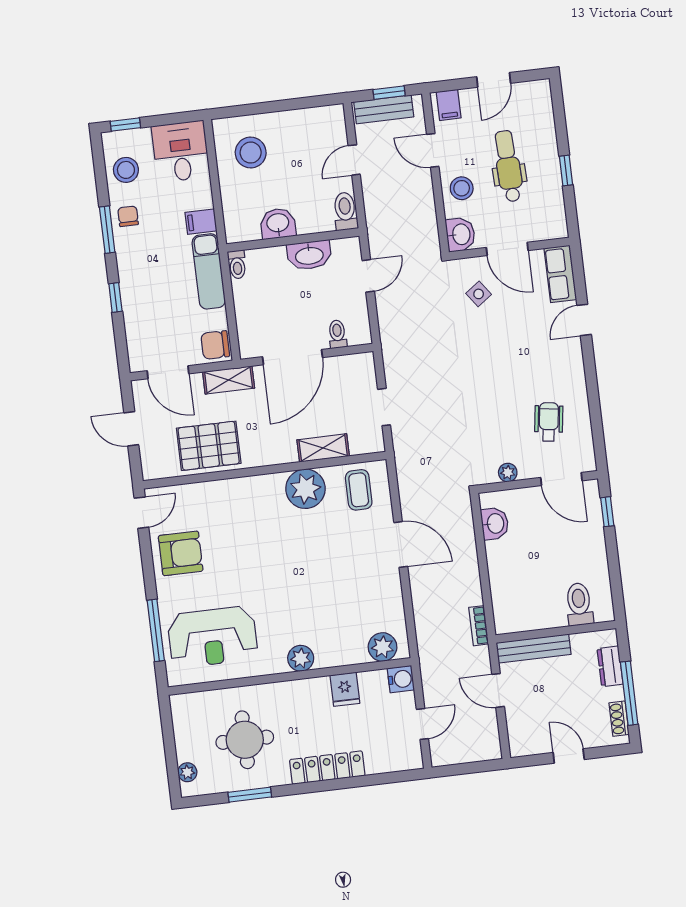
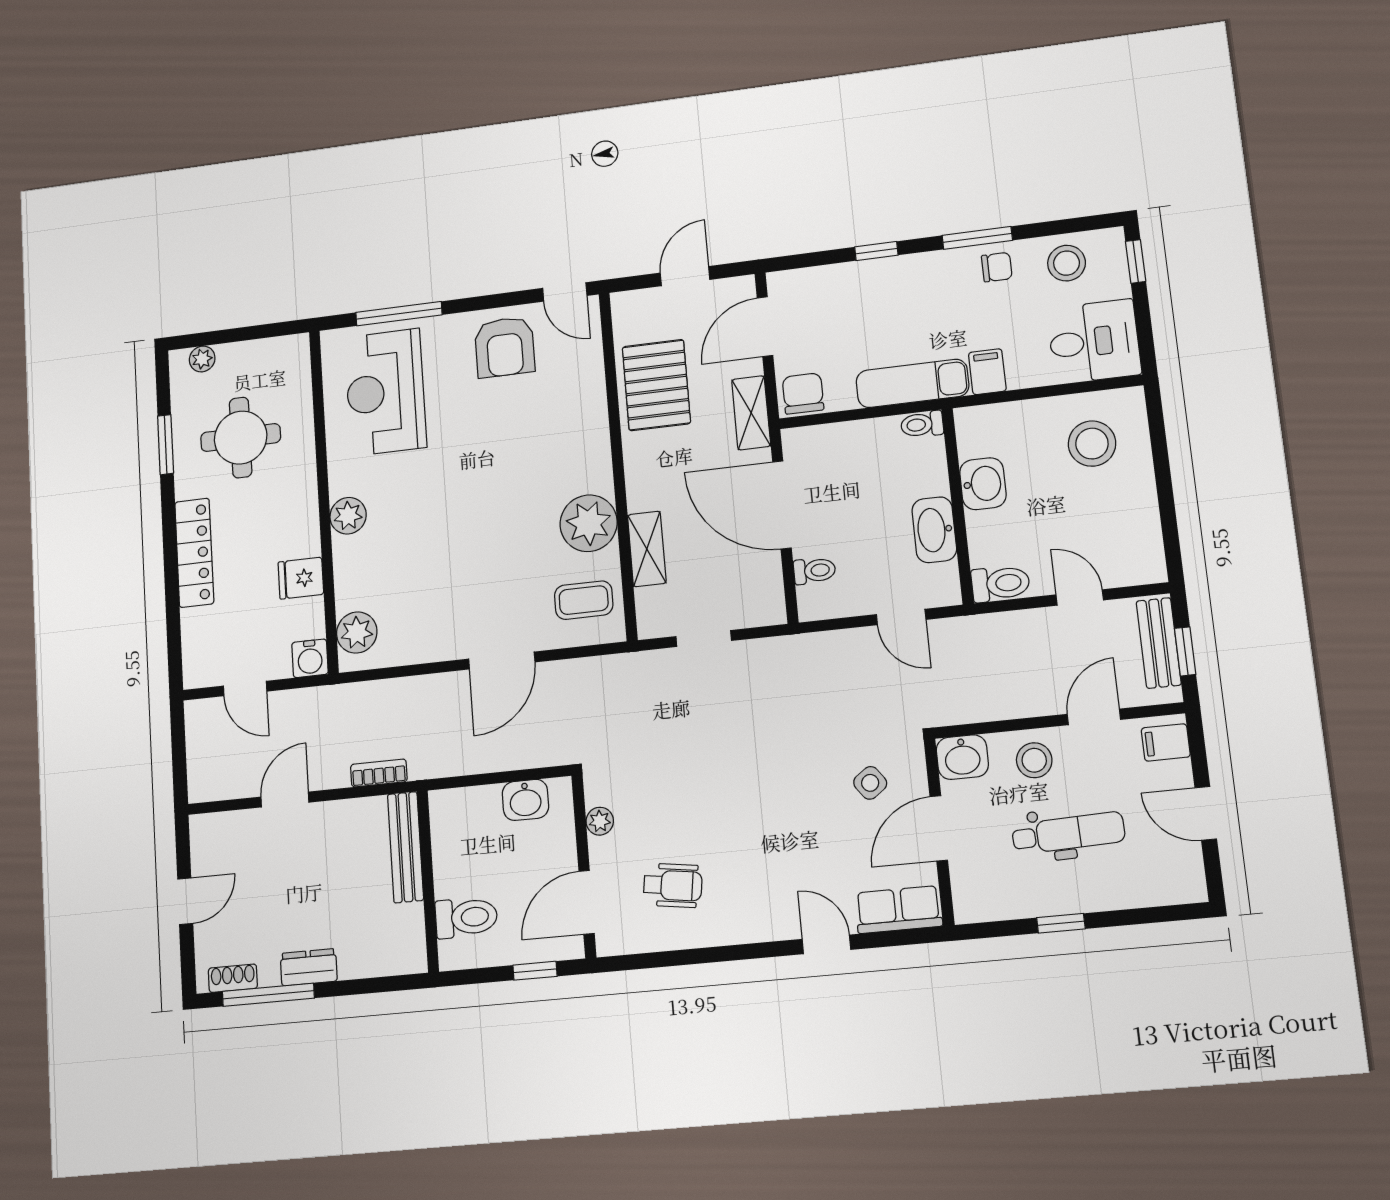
toilet: (579, 604) -> (466, 917), moved
wall: (556, 632) -> (428, 881), moved
bench: (534, 648) -> (405, 847), moved

